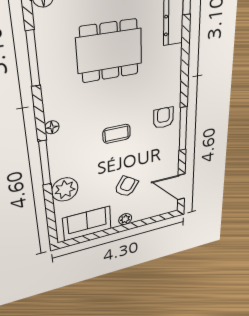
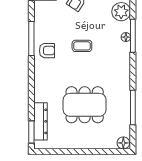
armchair: (163, 118) -> (47, 51), turned -90
floor lamp: (52, 127) -> (126, 37), moved

